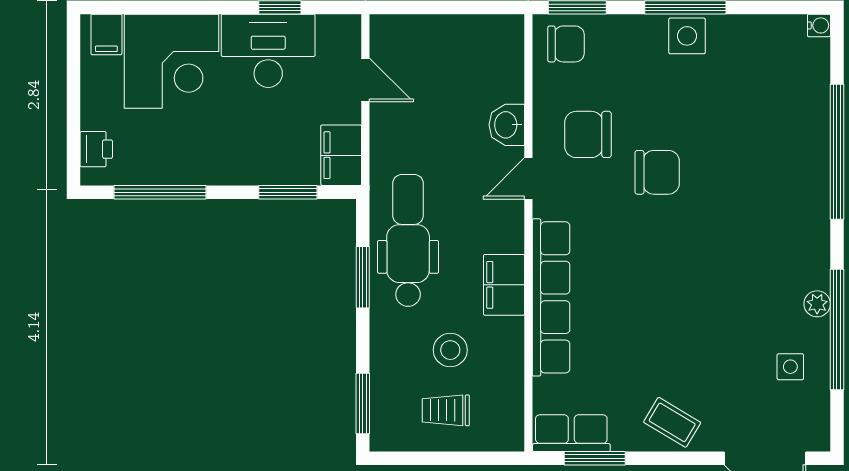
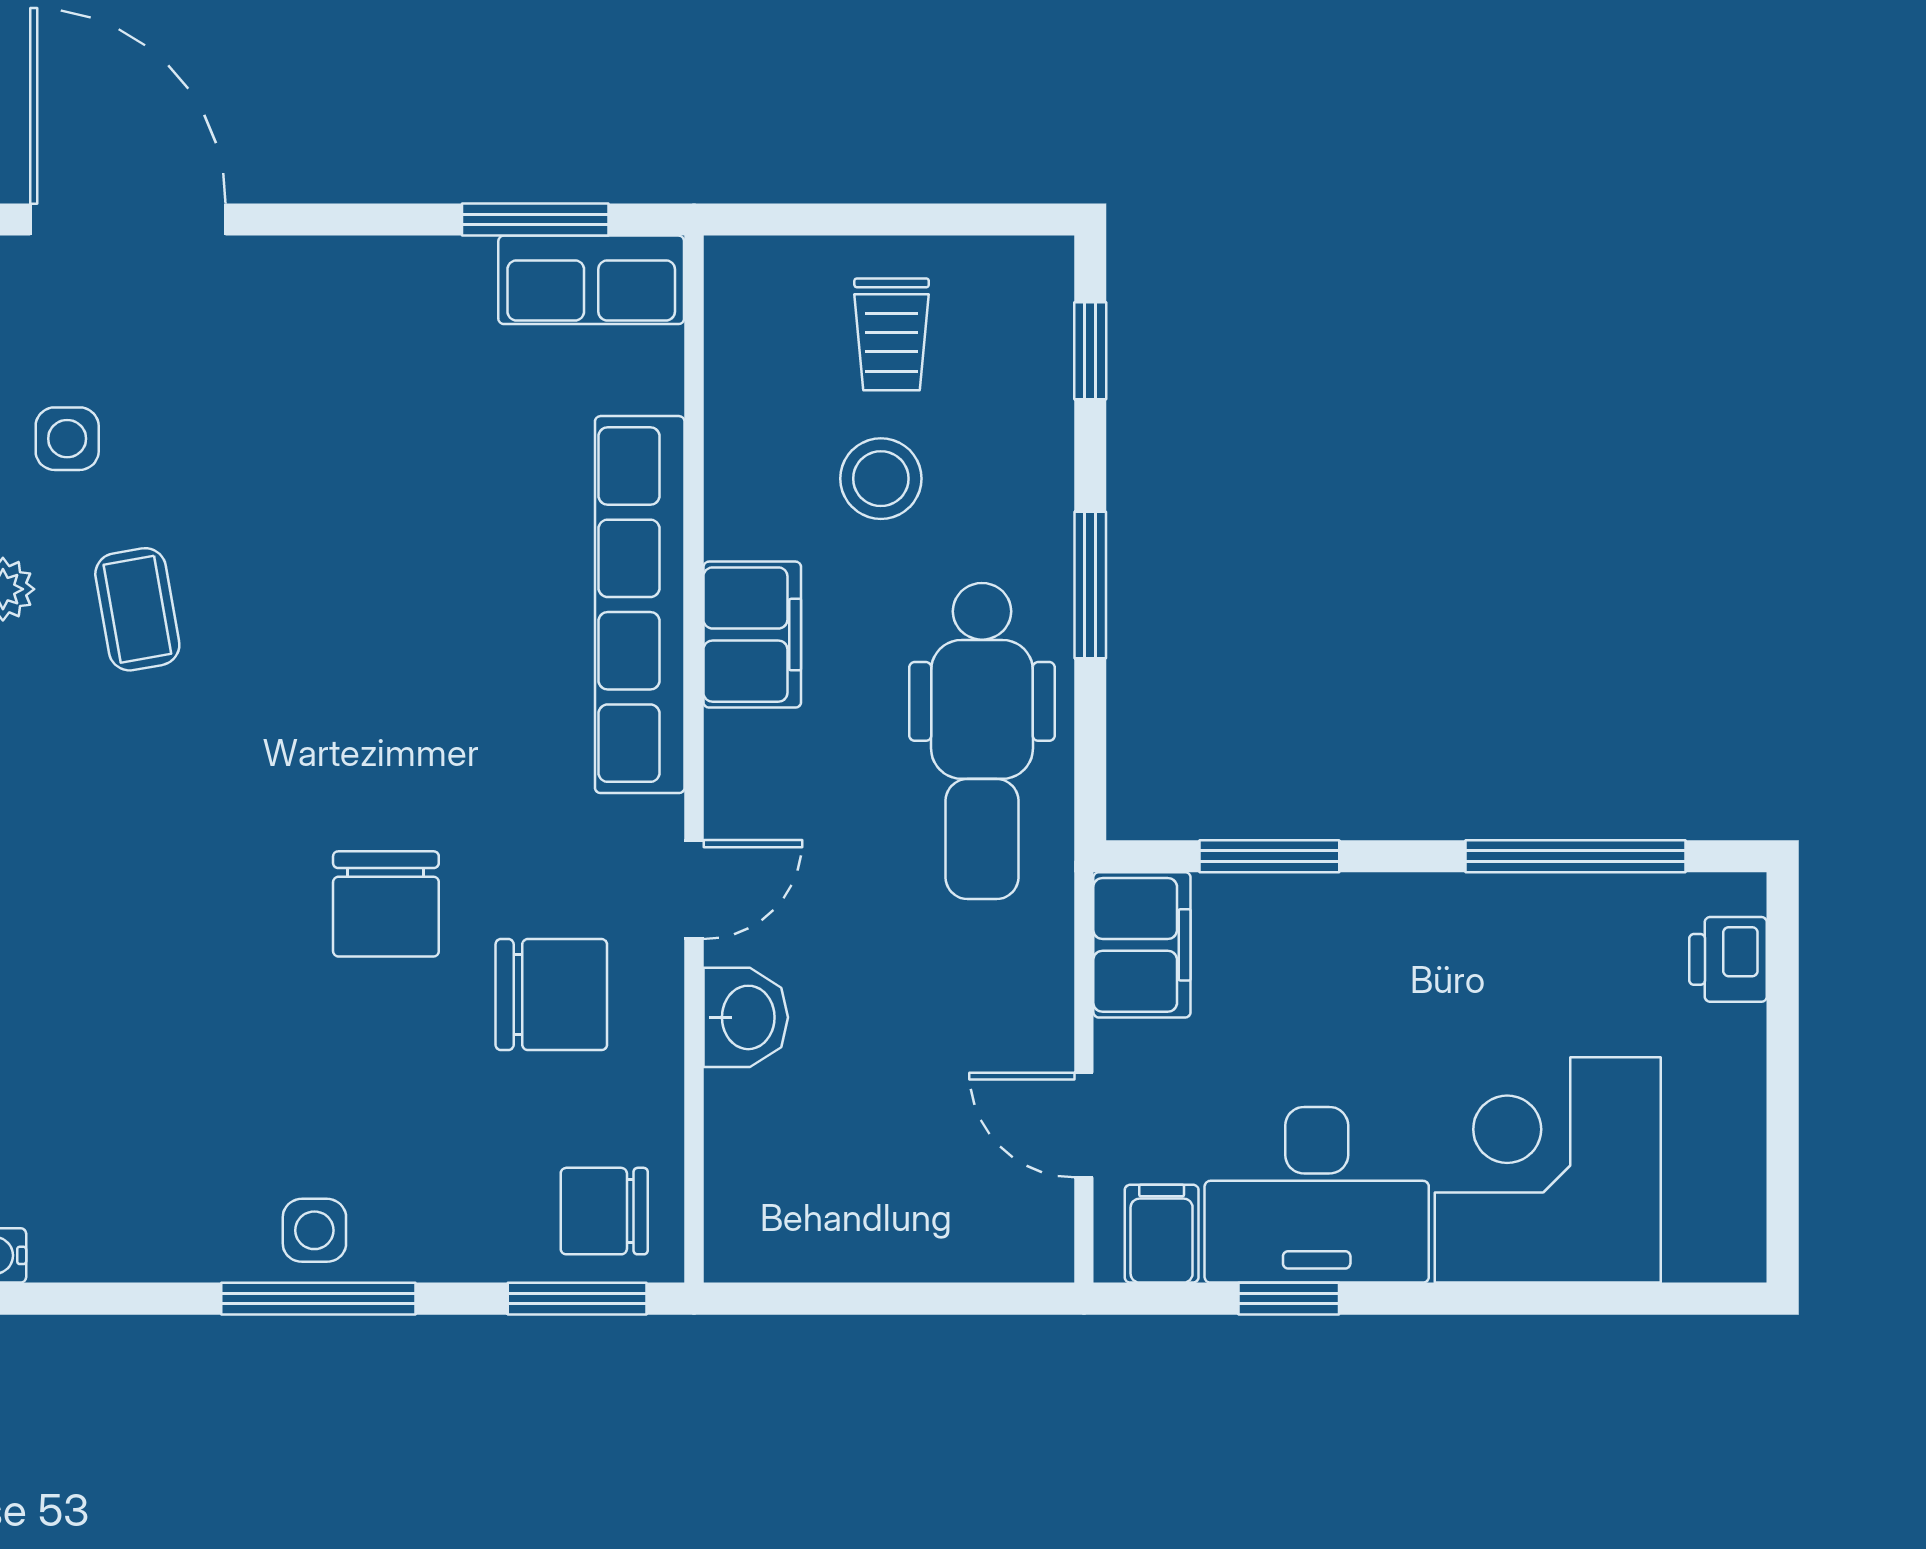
filing cabinet: (106, 34) -> (1162, 1234), moved
side table: (687, 36) -> (314, 1230), width x0.73, depth x0.73
chair: (657, 172) -> (386, 904), turned -90
window: (363, 277) -> (1090, 585), moved
window: (363, 403) -> (1090, 351), width x0.67
trolley: (446, 410) -> (892, 334), turned 90
coffee table: (672, 422) -> (137, 609), moved, turned 49

